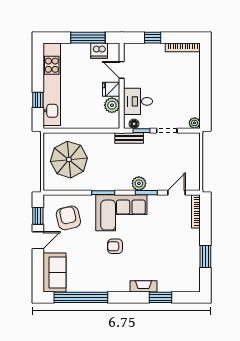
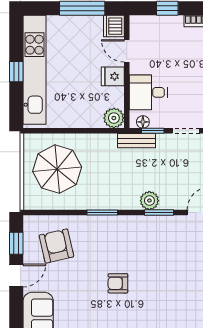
dishwasher: (99, 51) -> (114, 26), moved, turned 90
window: (38, 100) -> (16, 72), moved
plant: (112, 105) -> (114, 118), moved
corner sofa: (121, 213) -> (126, 239), removed

